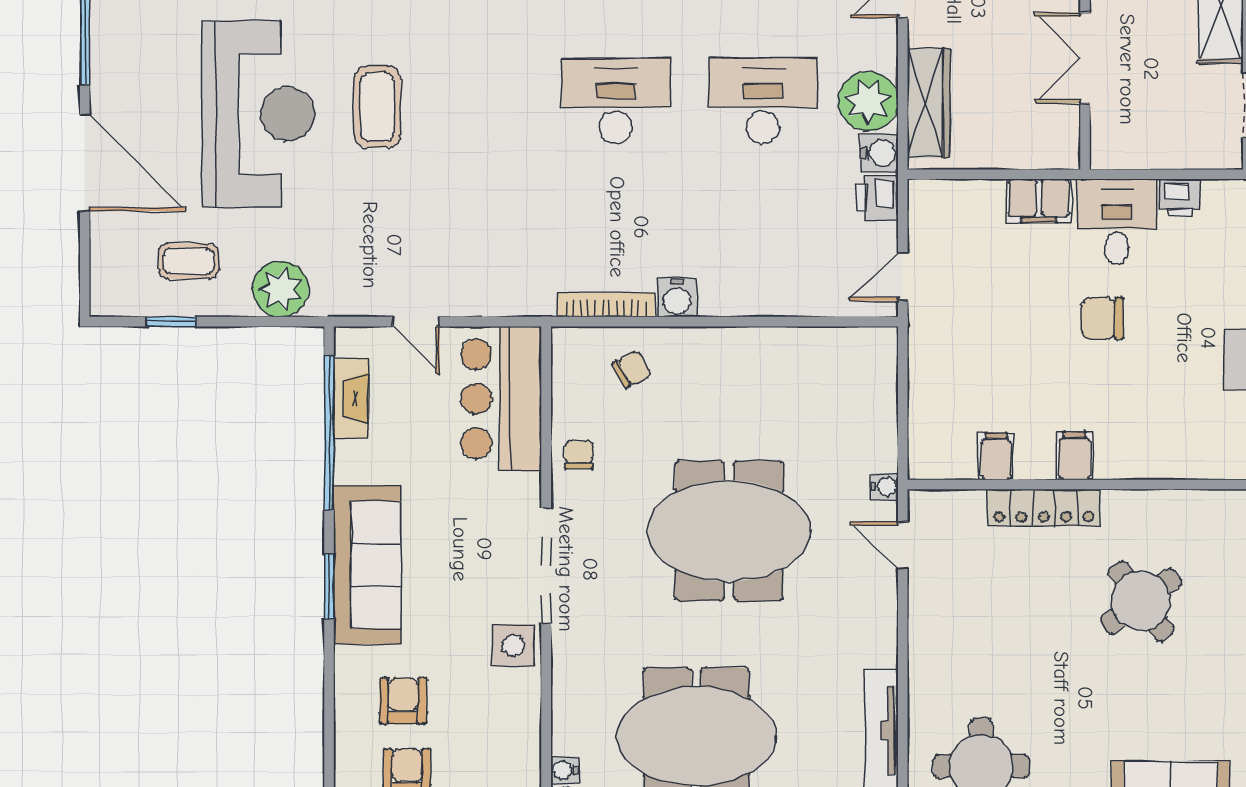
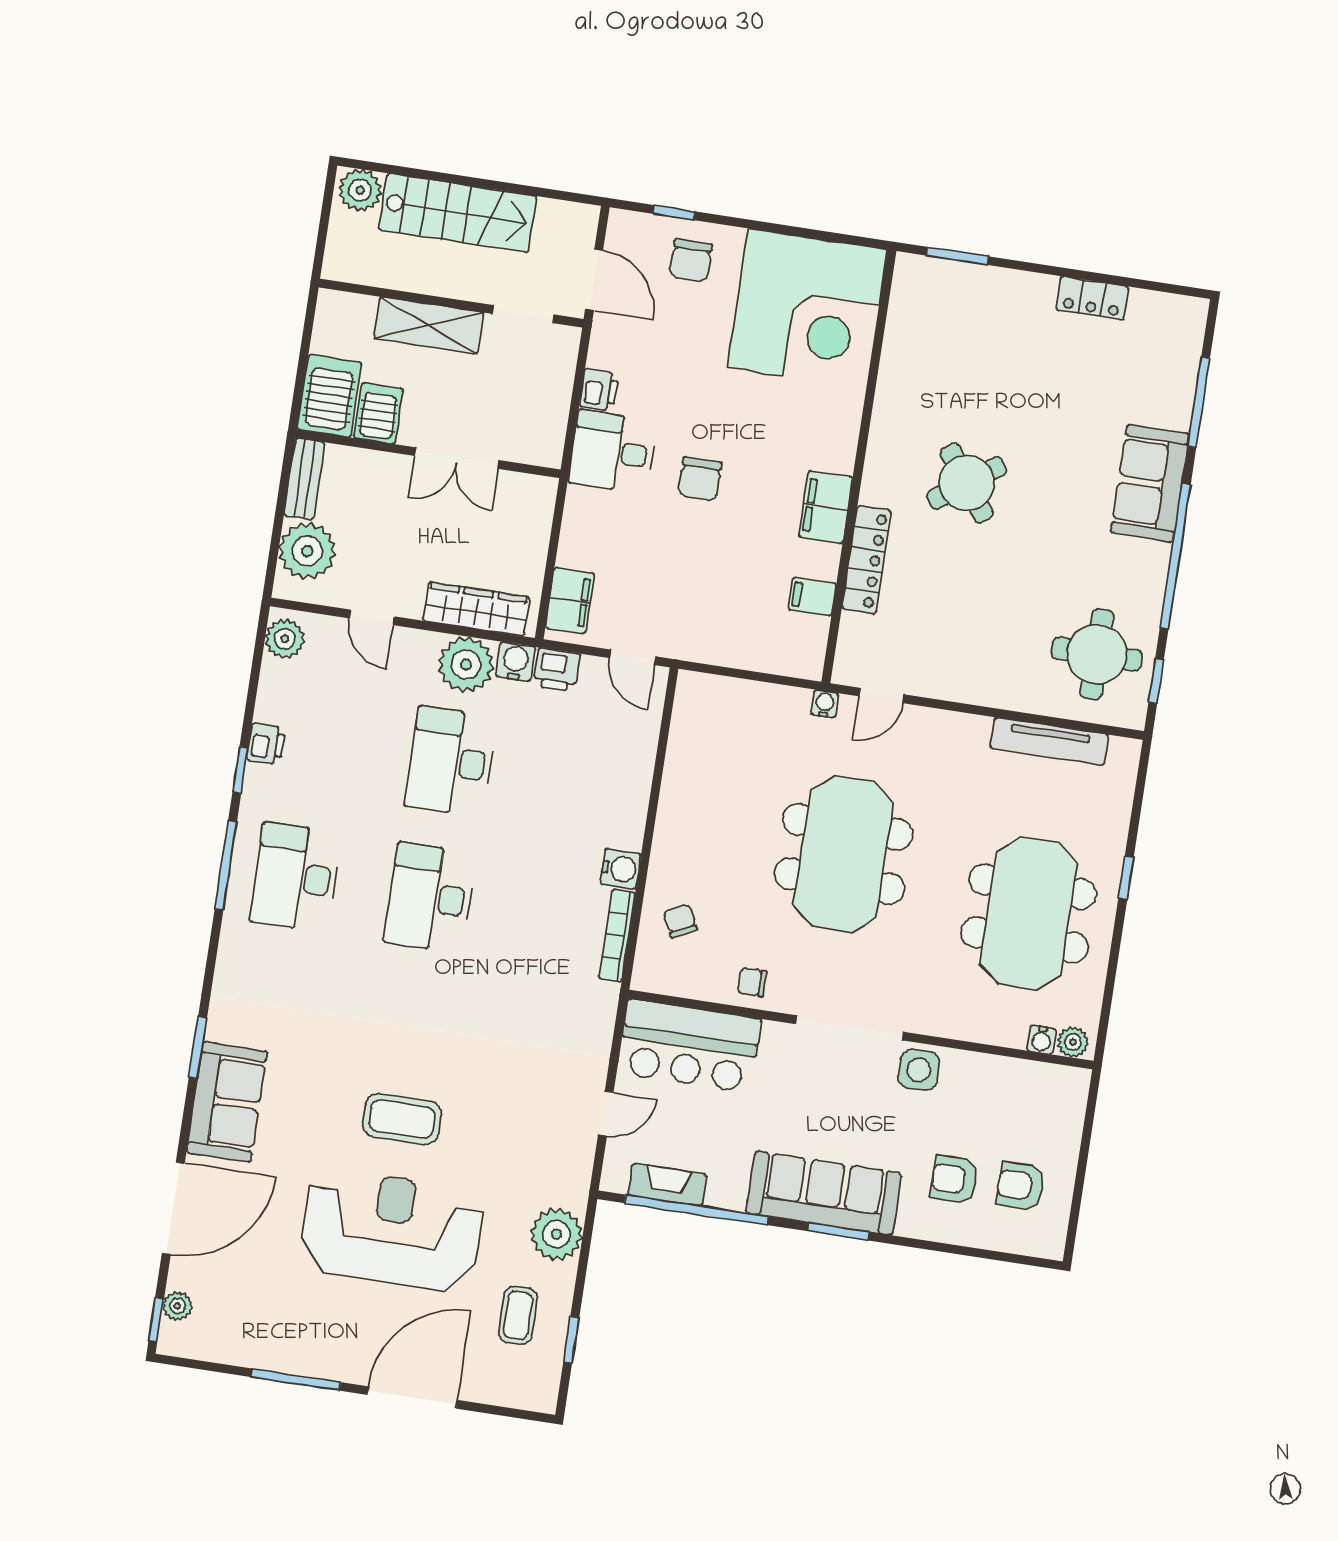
filing cabinet: (1039, 201) -> (570, 601), moved
filing cabinet: (1075, 456) -> (826, 507), width x2.00

